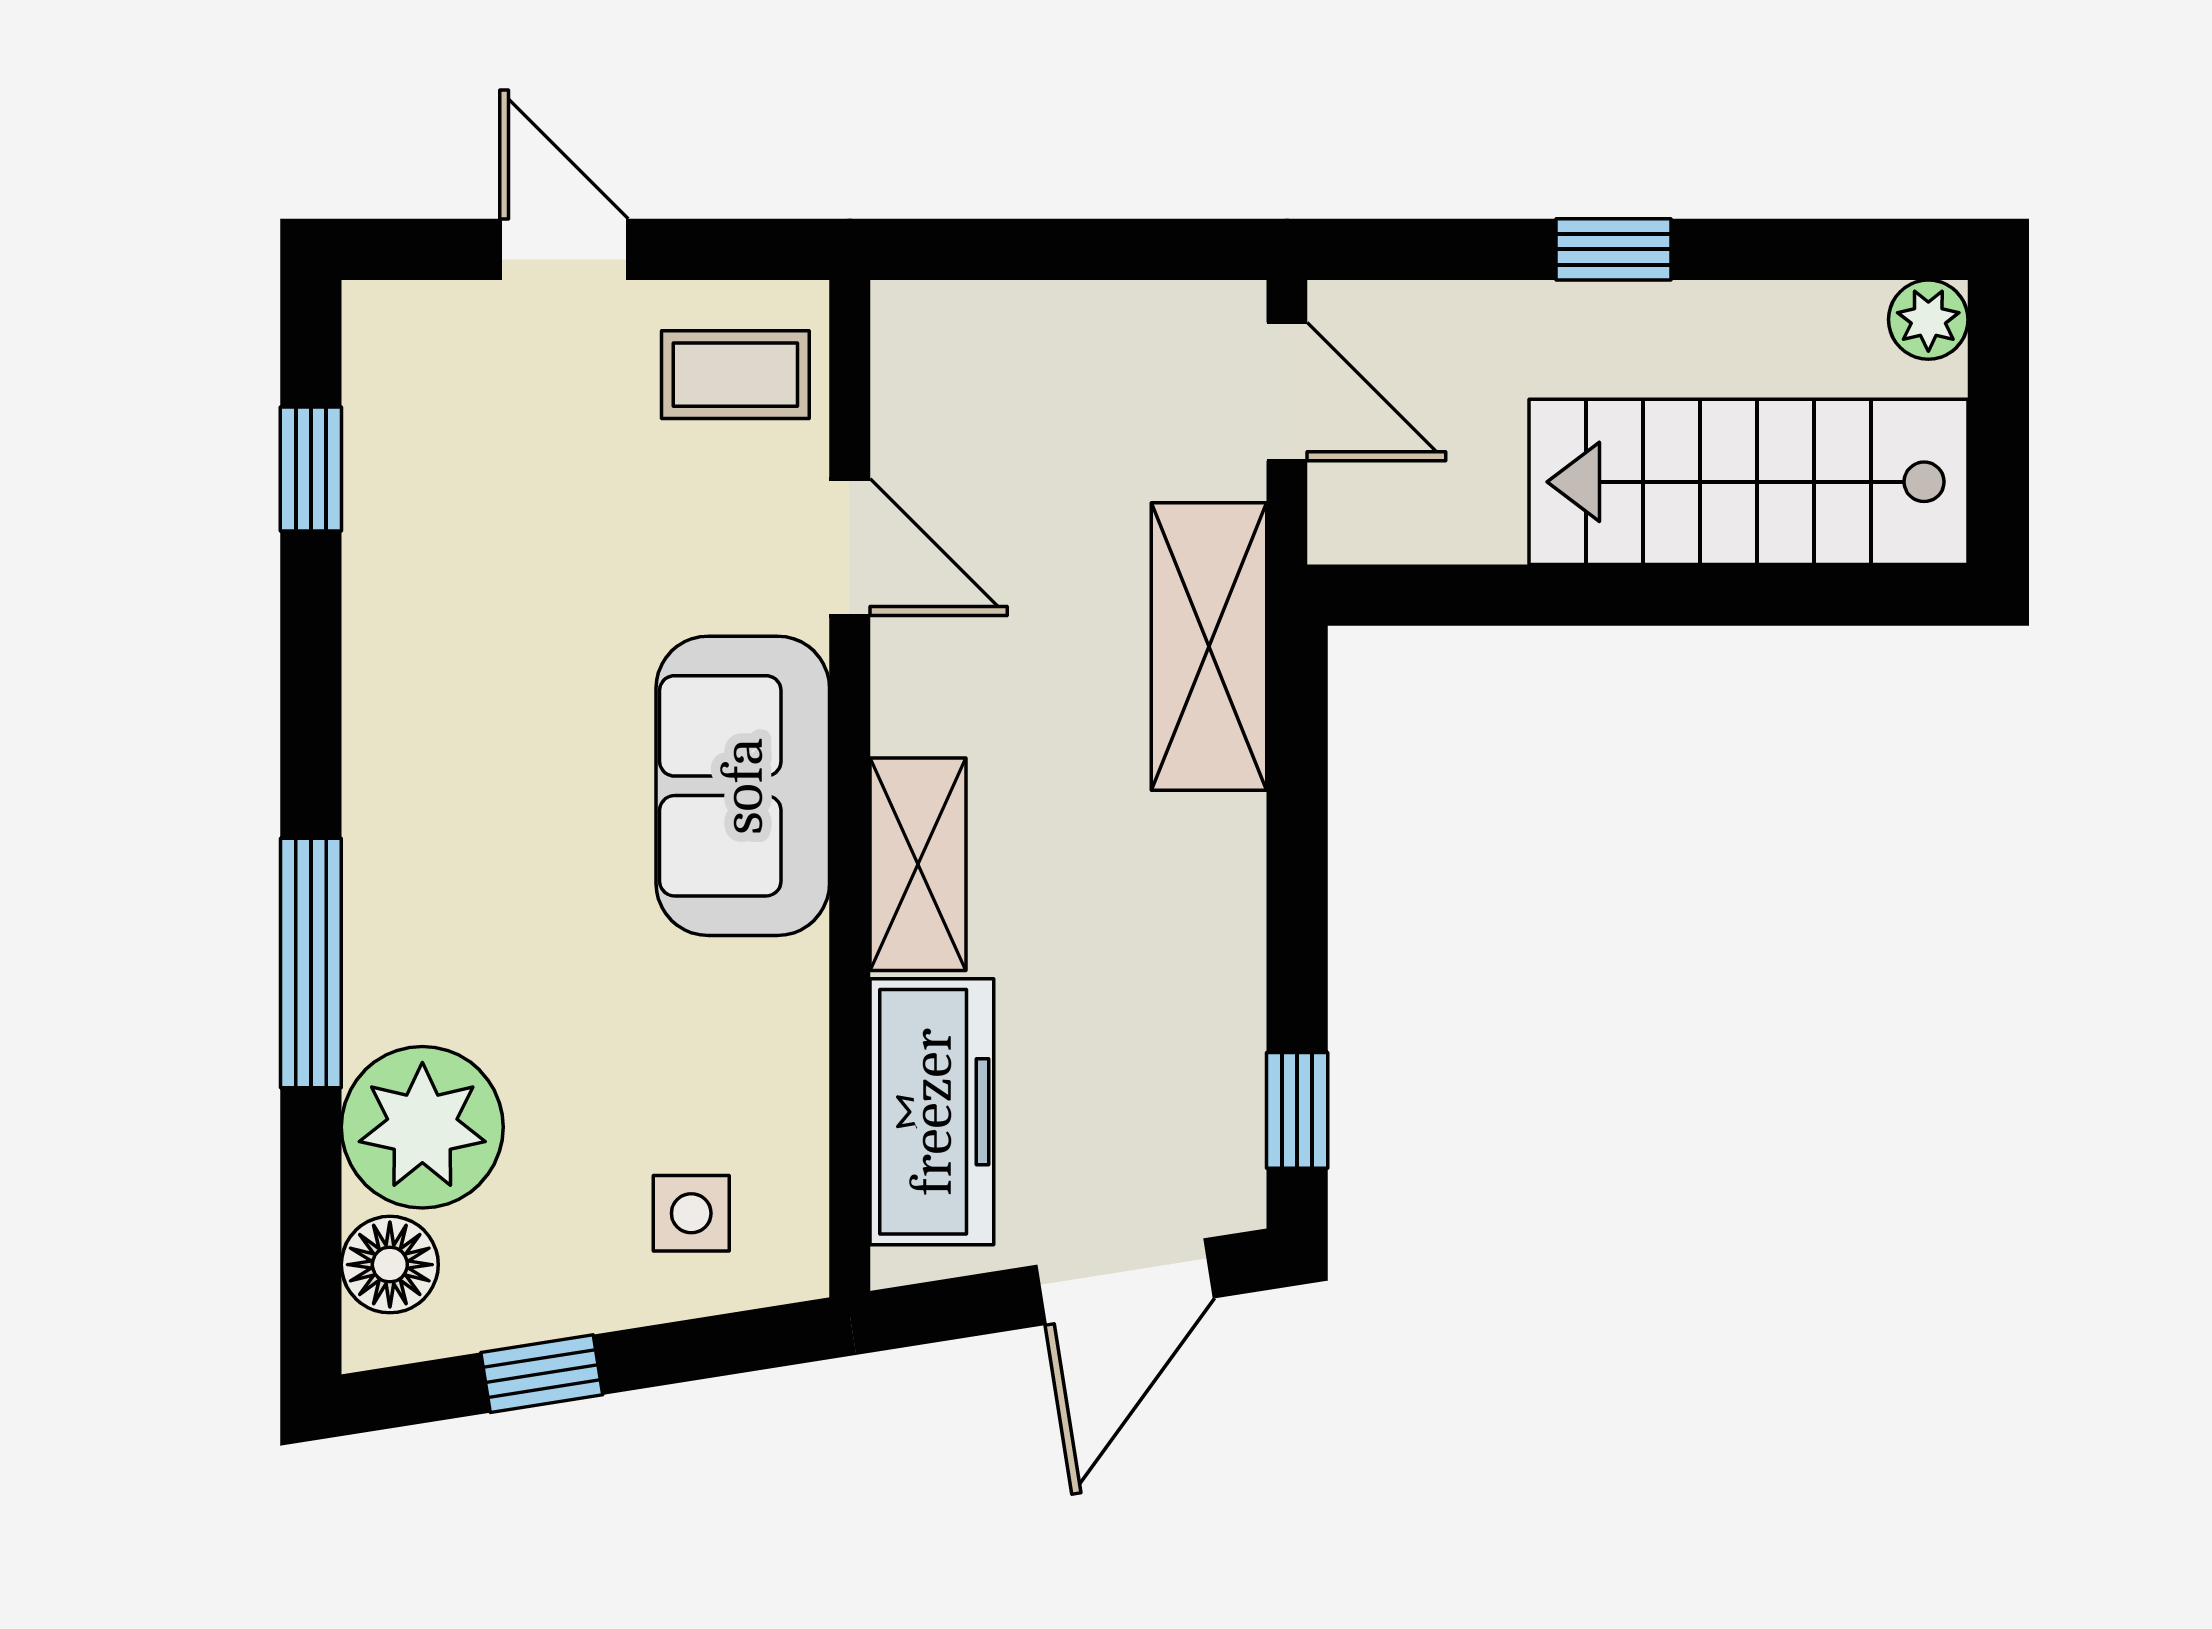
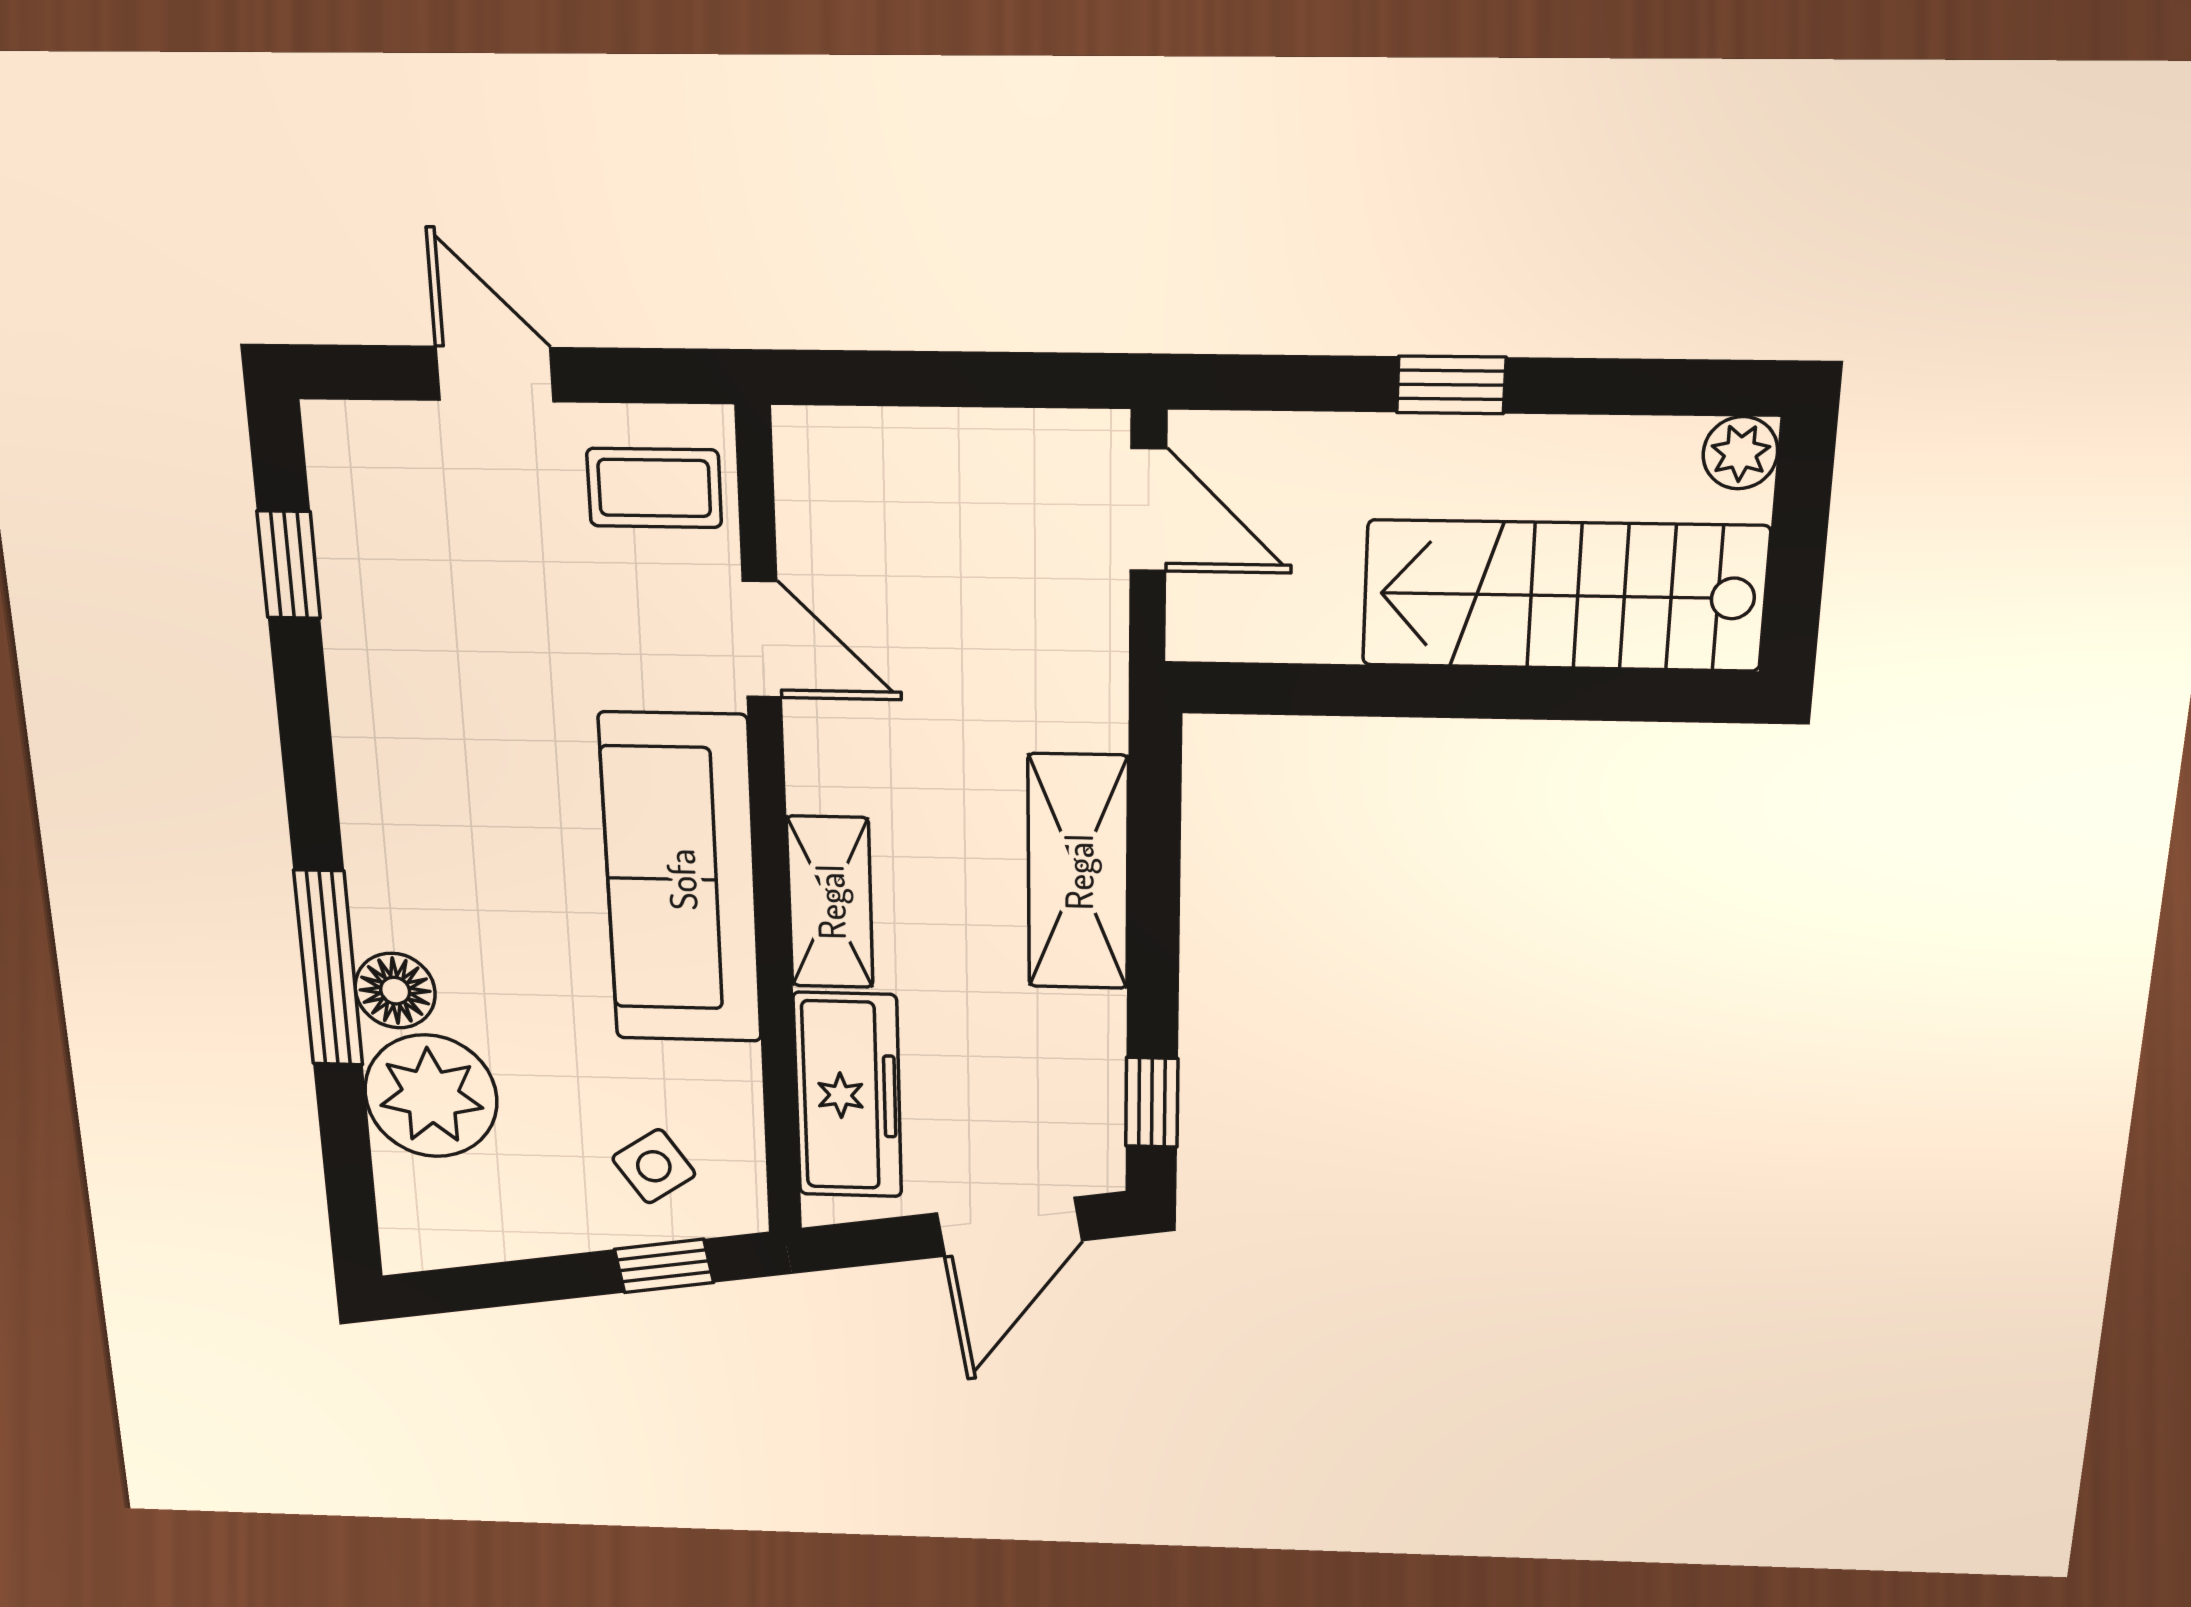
shelving: (1209, 647) -> (1078, 872), moved
sofa: (743, 786) -> (681, 879), width x1.36
side table: (691, 1213) -> (654, 1166), turned -34
floor lamp: (390, 1265) -> (395, 991), moved
window: (542, 1374) -> (664, 1266), moved

